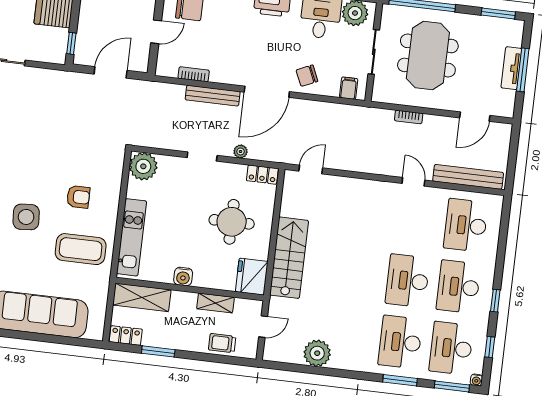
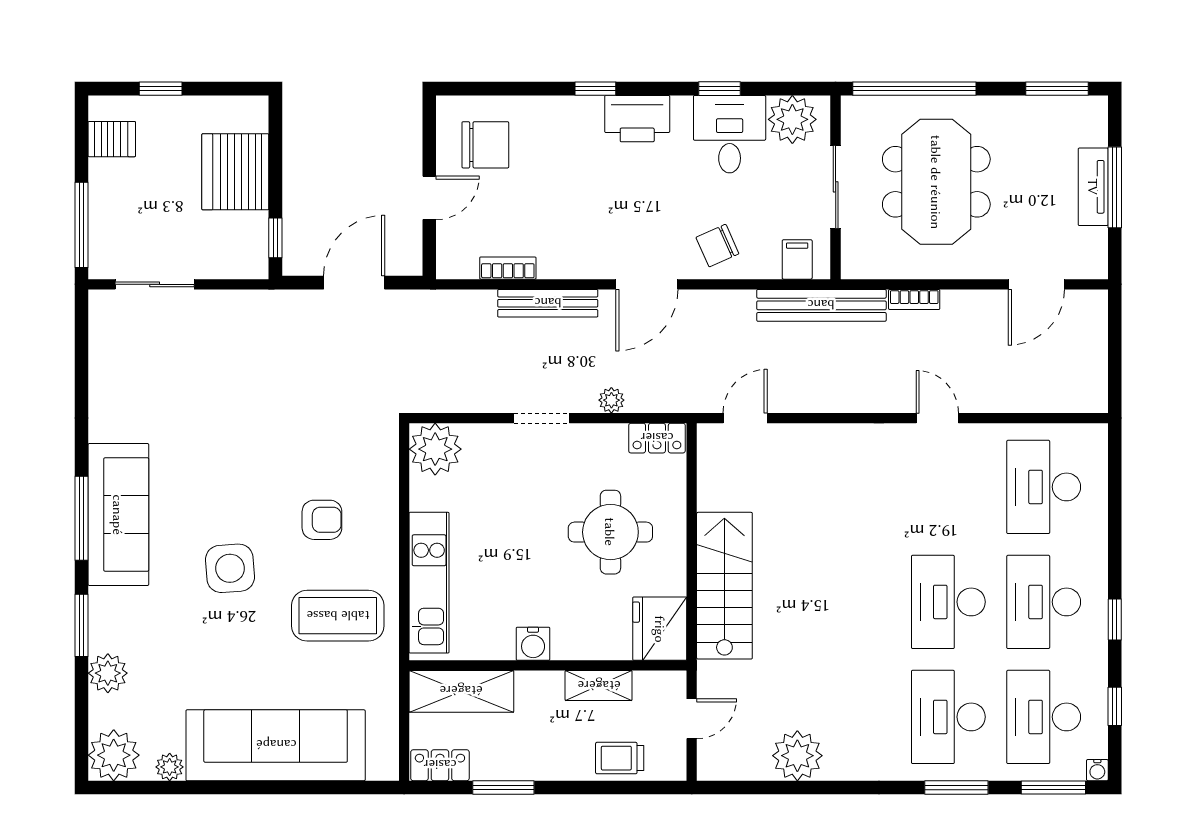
door: (267, 92) -> (647, 284), width x0.73
bench: (468, 177) -> (821, 305), moved

